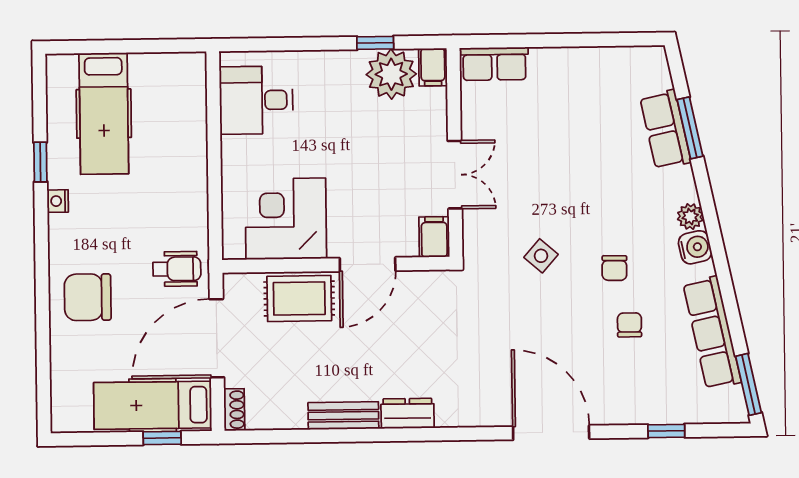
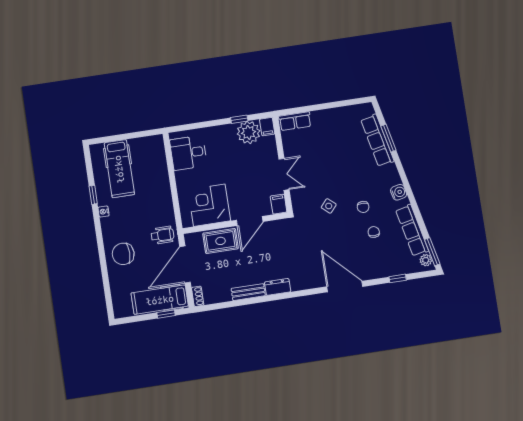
row of seats: (665, 130) -> (377, 140), width x1.48
plant: (690, 217) -> (426, 260), moved

